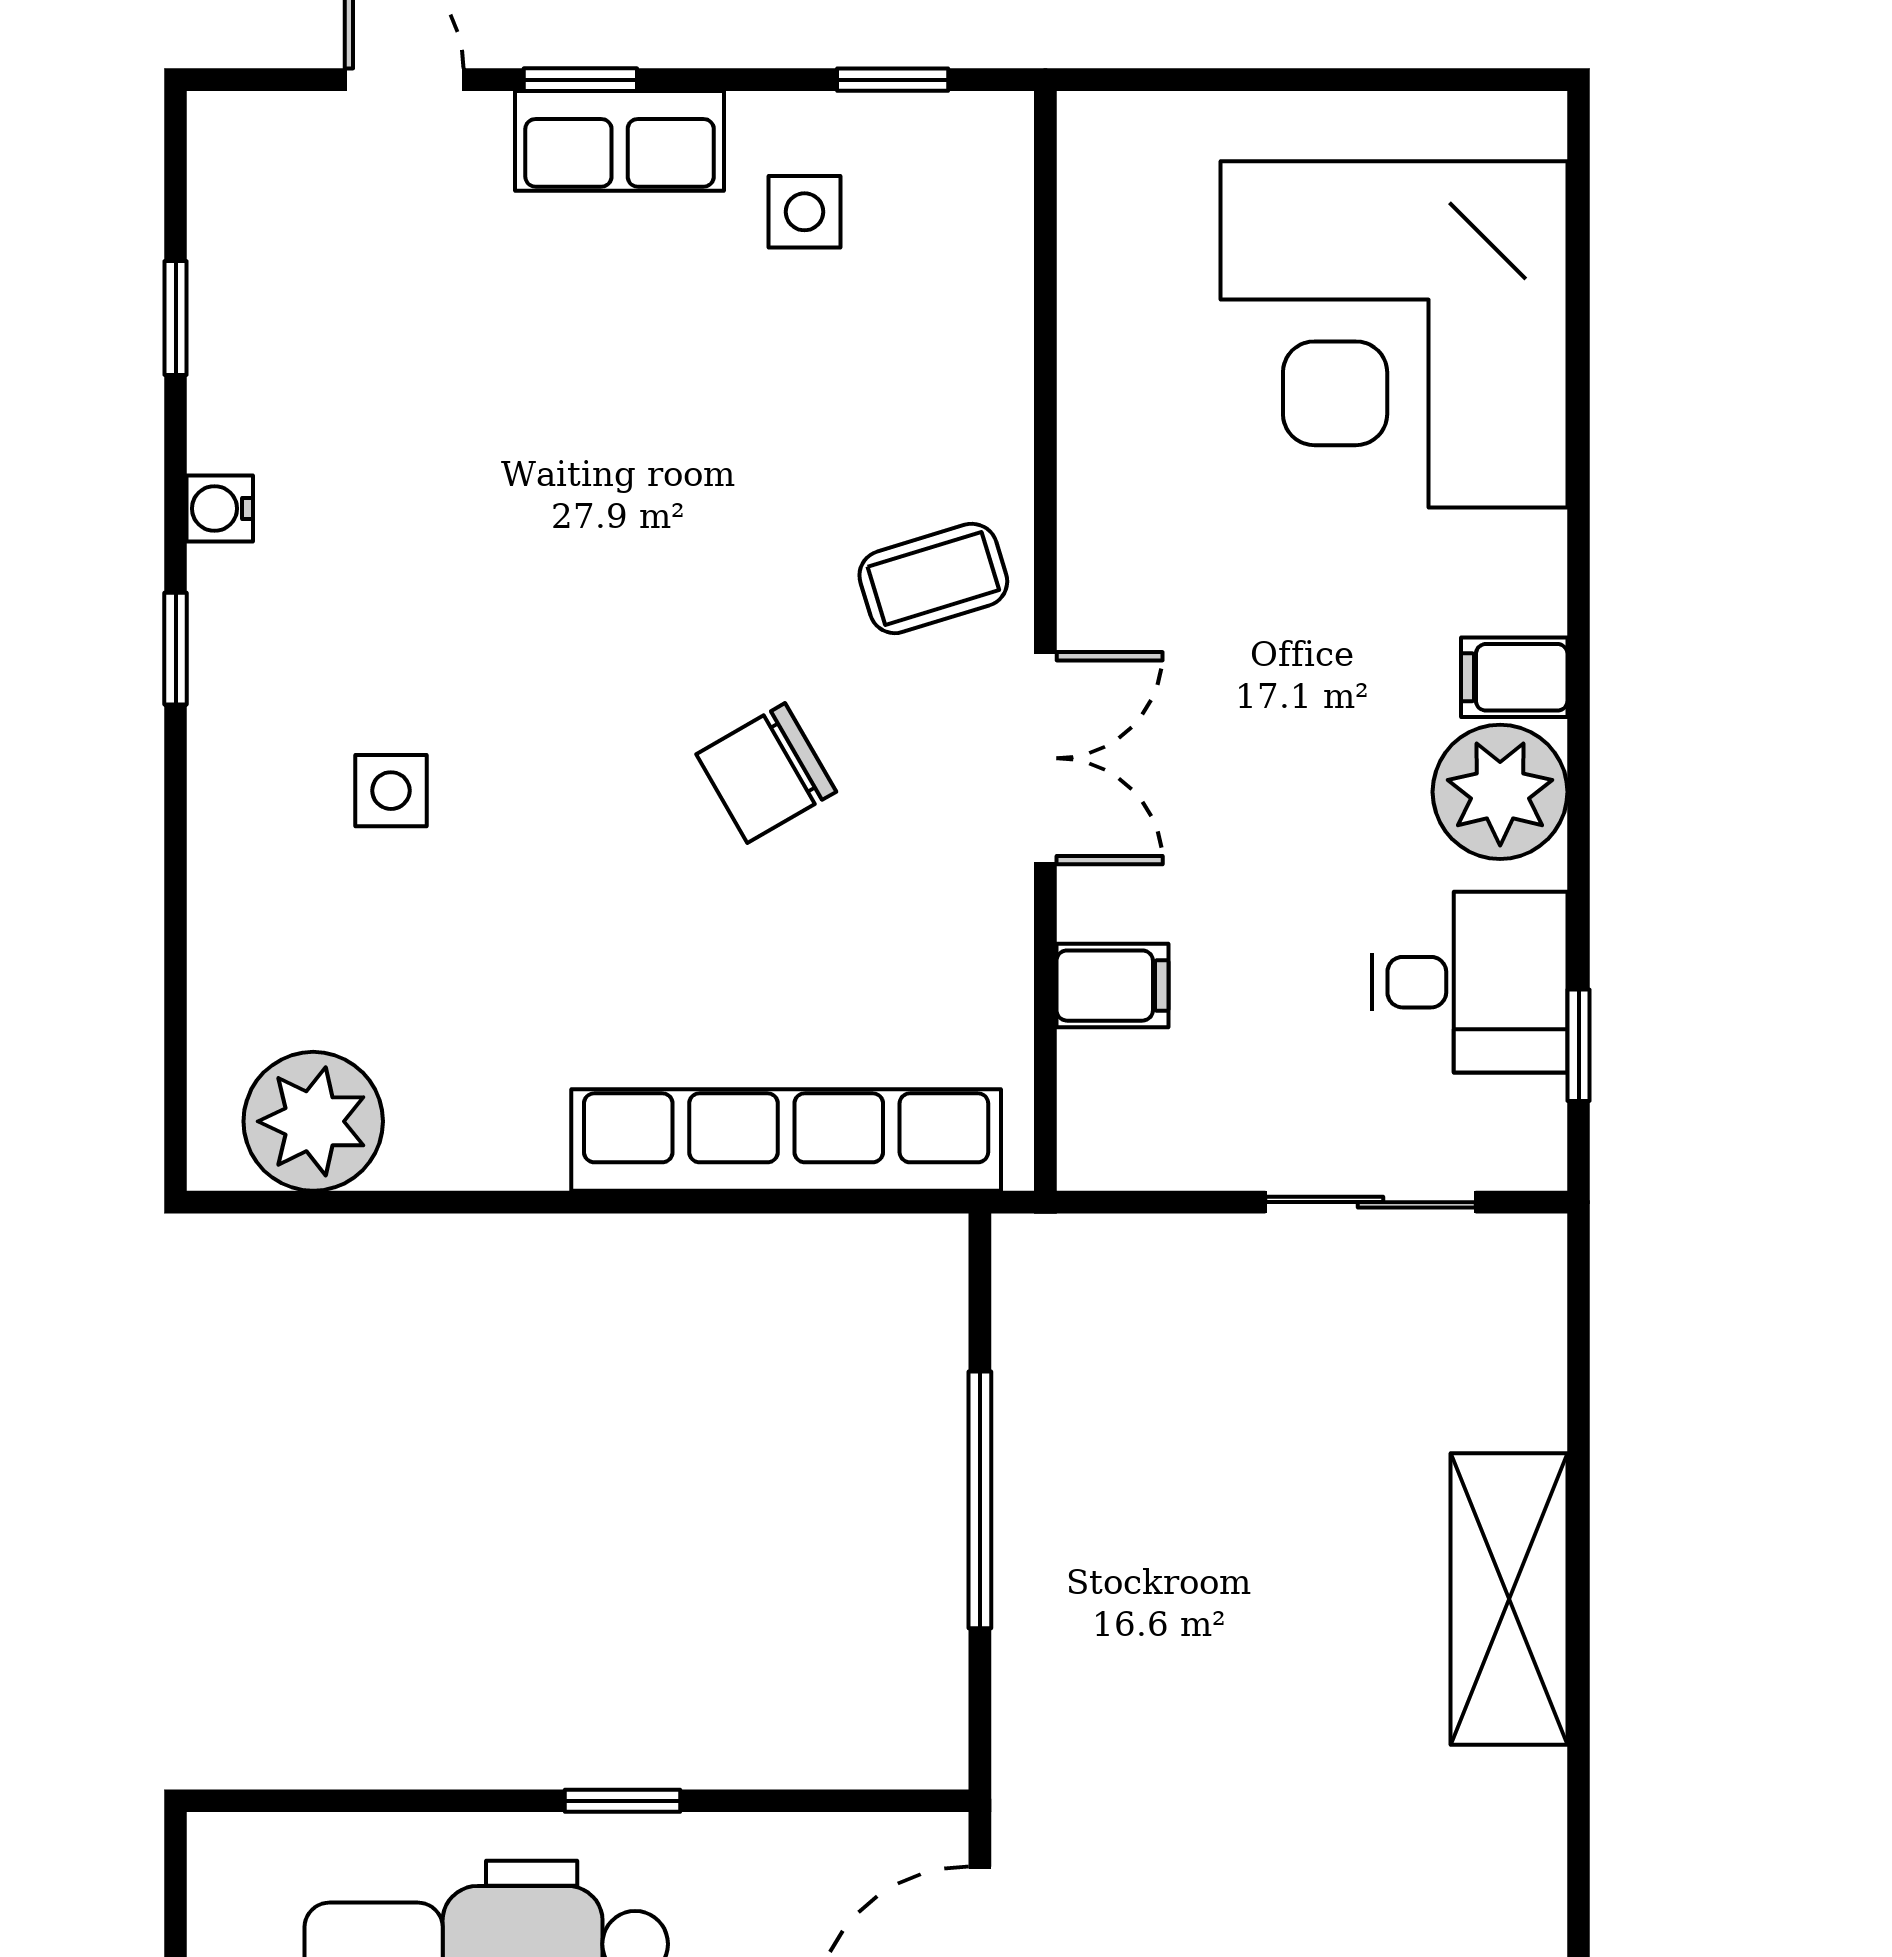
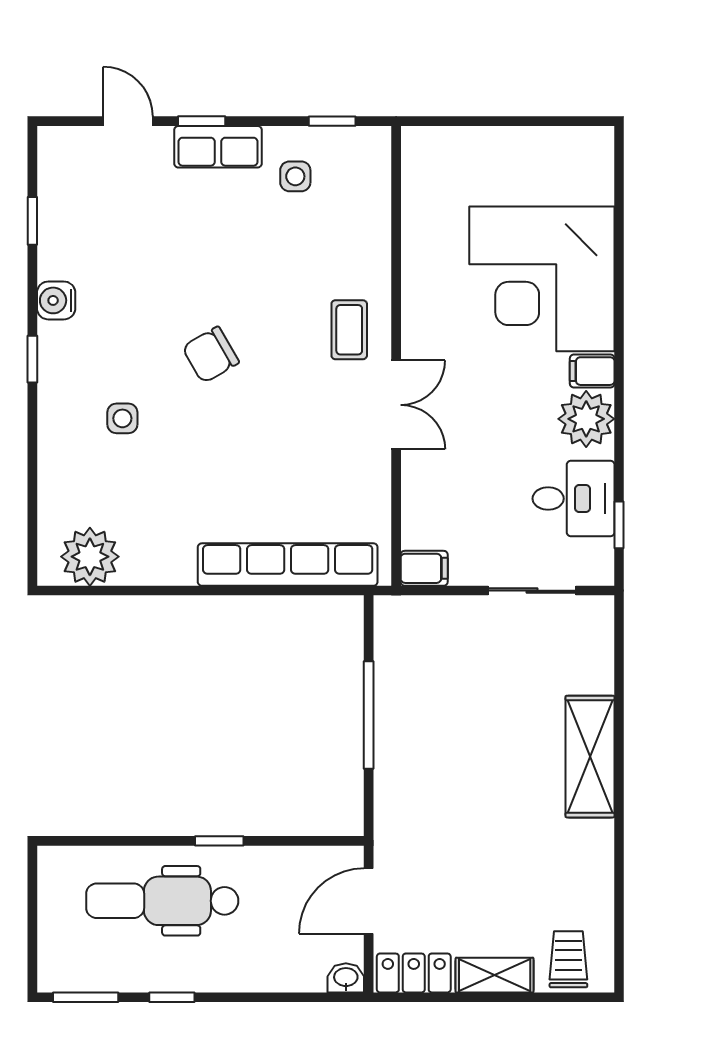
corner desk: (1394, 334) -> (542, 279), moved
water cooler: (220, 509) -> (56, 300), width x1.38, depth x1.38
coffee table: (933, 578) -> (349, 330), turned -73
chair: (766, 773) -> (211, 355), moved
filing cabinet: (1113, 986) -> (424, 568), moved

